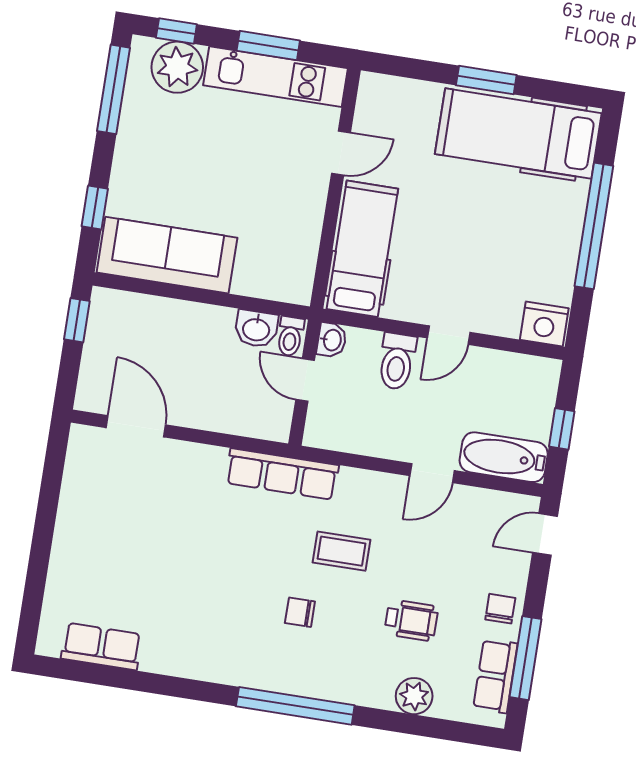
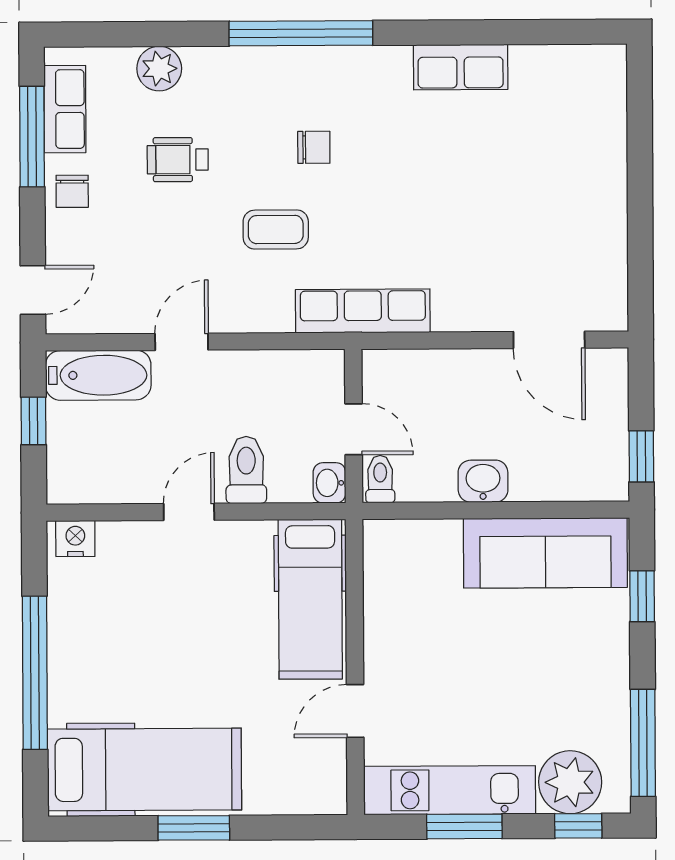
nightstand: (544, 324) -> (75, 539), width x0.74, depth x0.75
washbasin: (256, 329) -> (483, 481), moved
row of seats: (102, 646) -> (461, 67), moved

